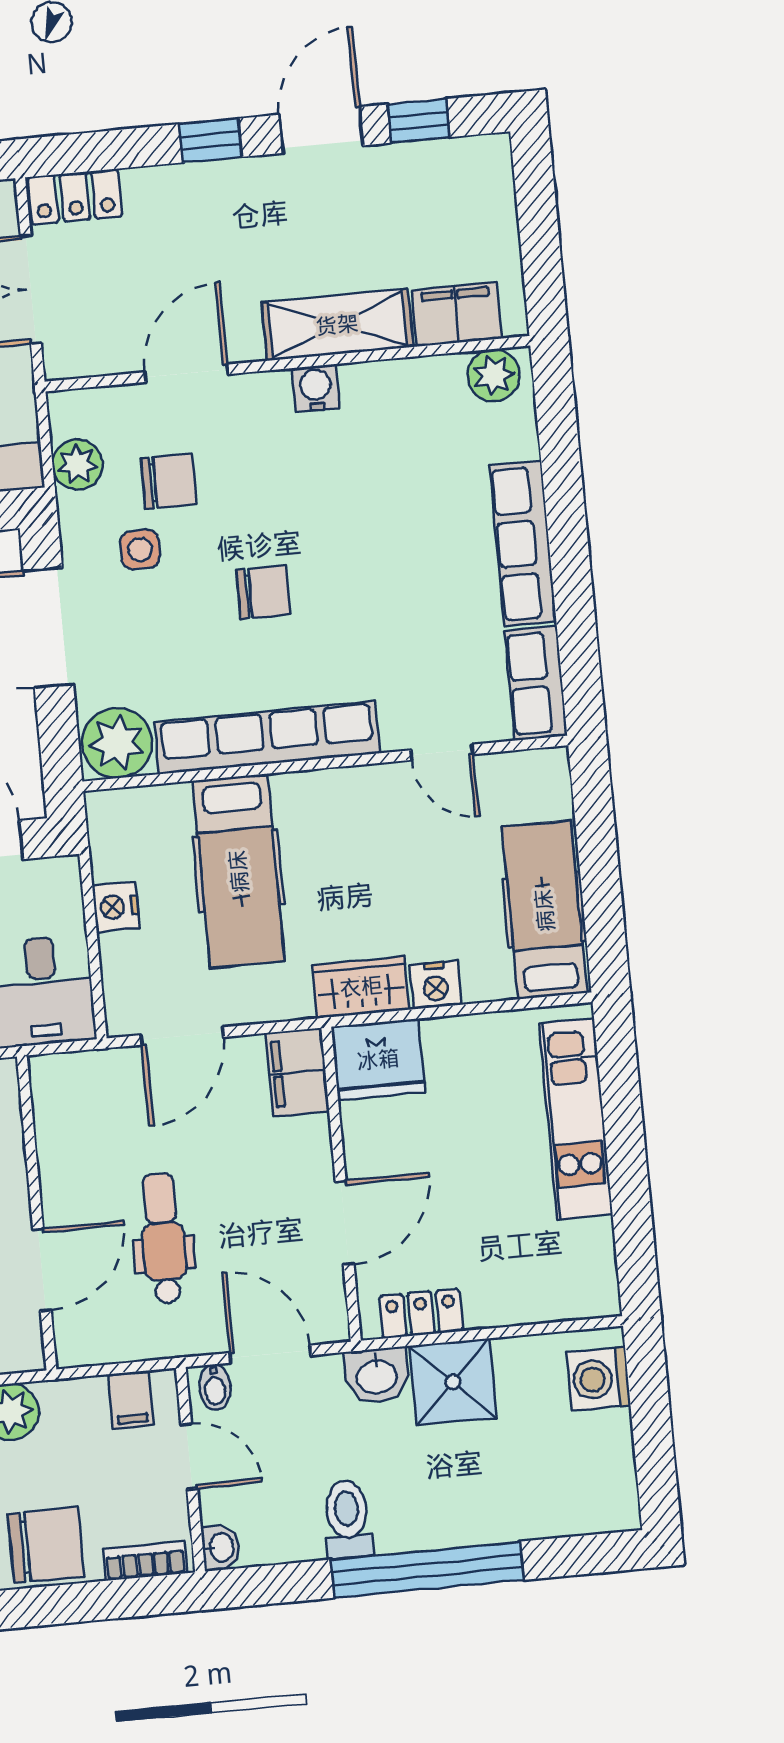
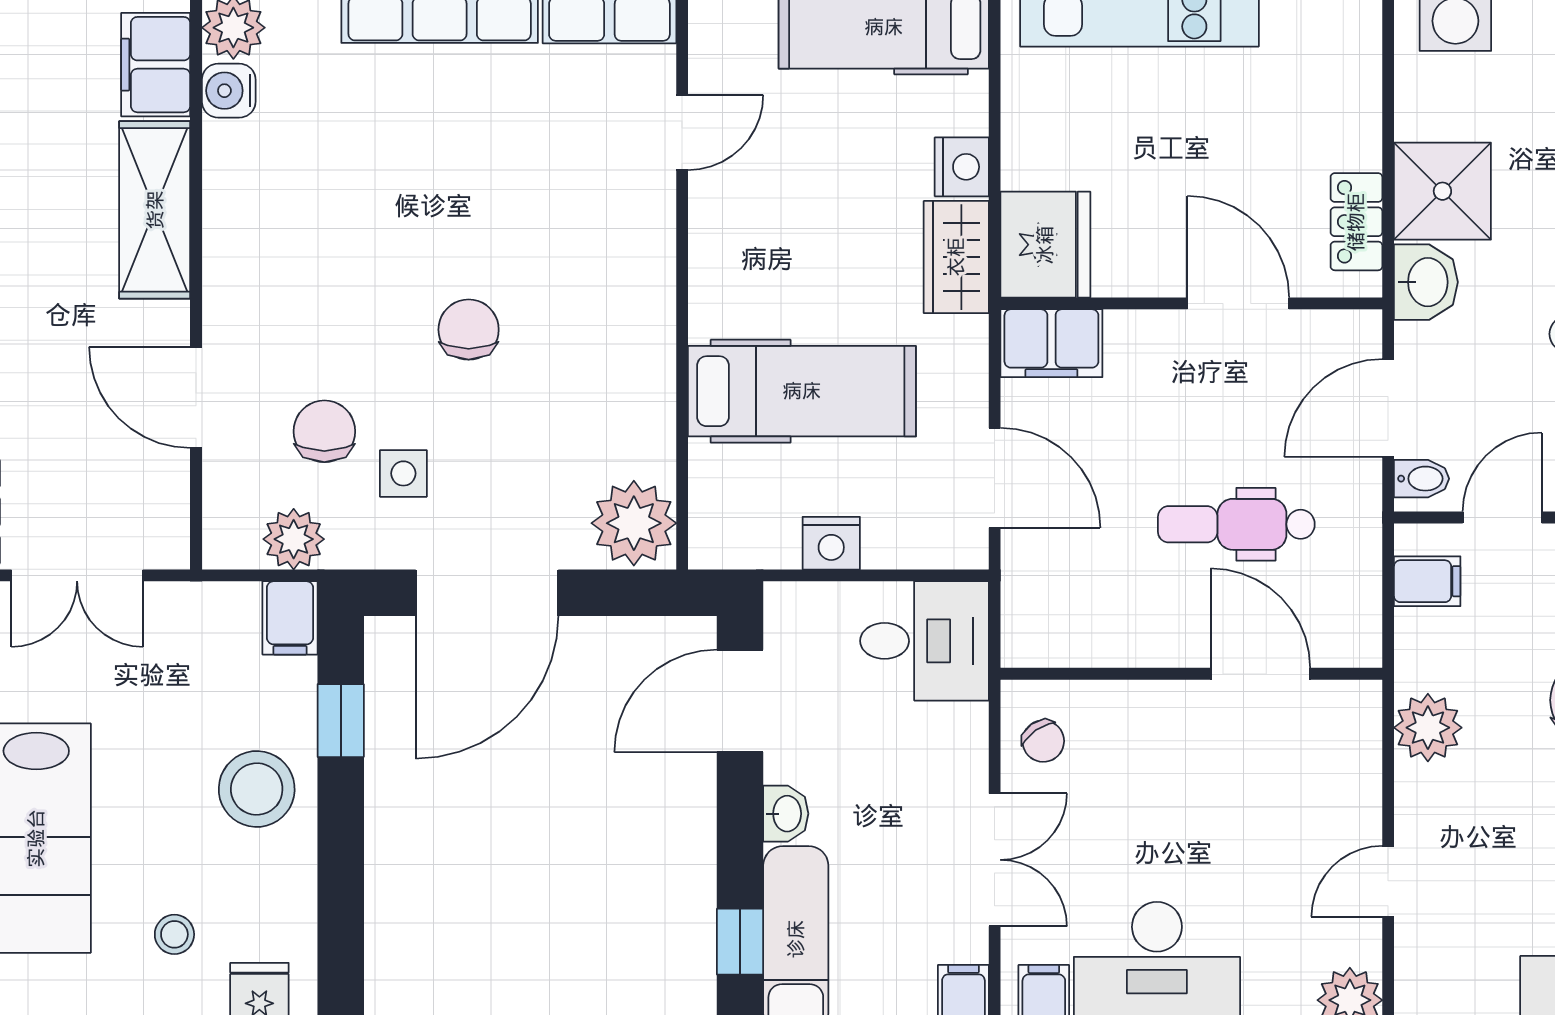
water cooler: (316, 388) -> (229, 91), moved
row of seats: (267, 738) -> (645, 342), removed

